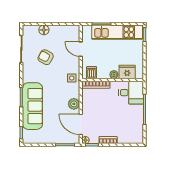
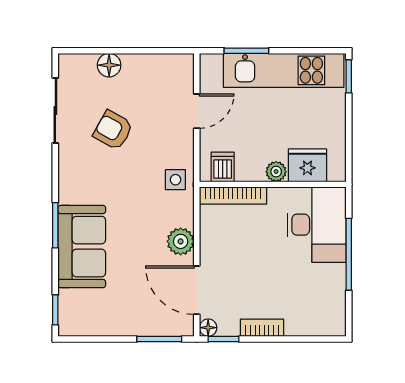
door: (81, 49) -> (197, 111), swing flipped
desk: (131, 93) -> (317, 225), width x1.37
sofa: (32, 106) -> (82, 247), width x0.73

